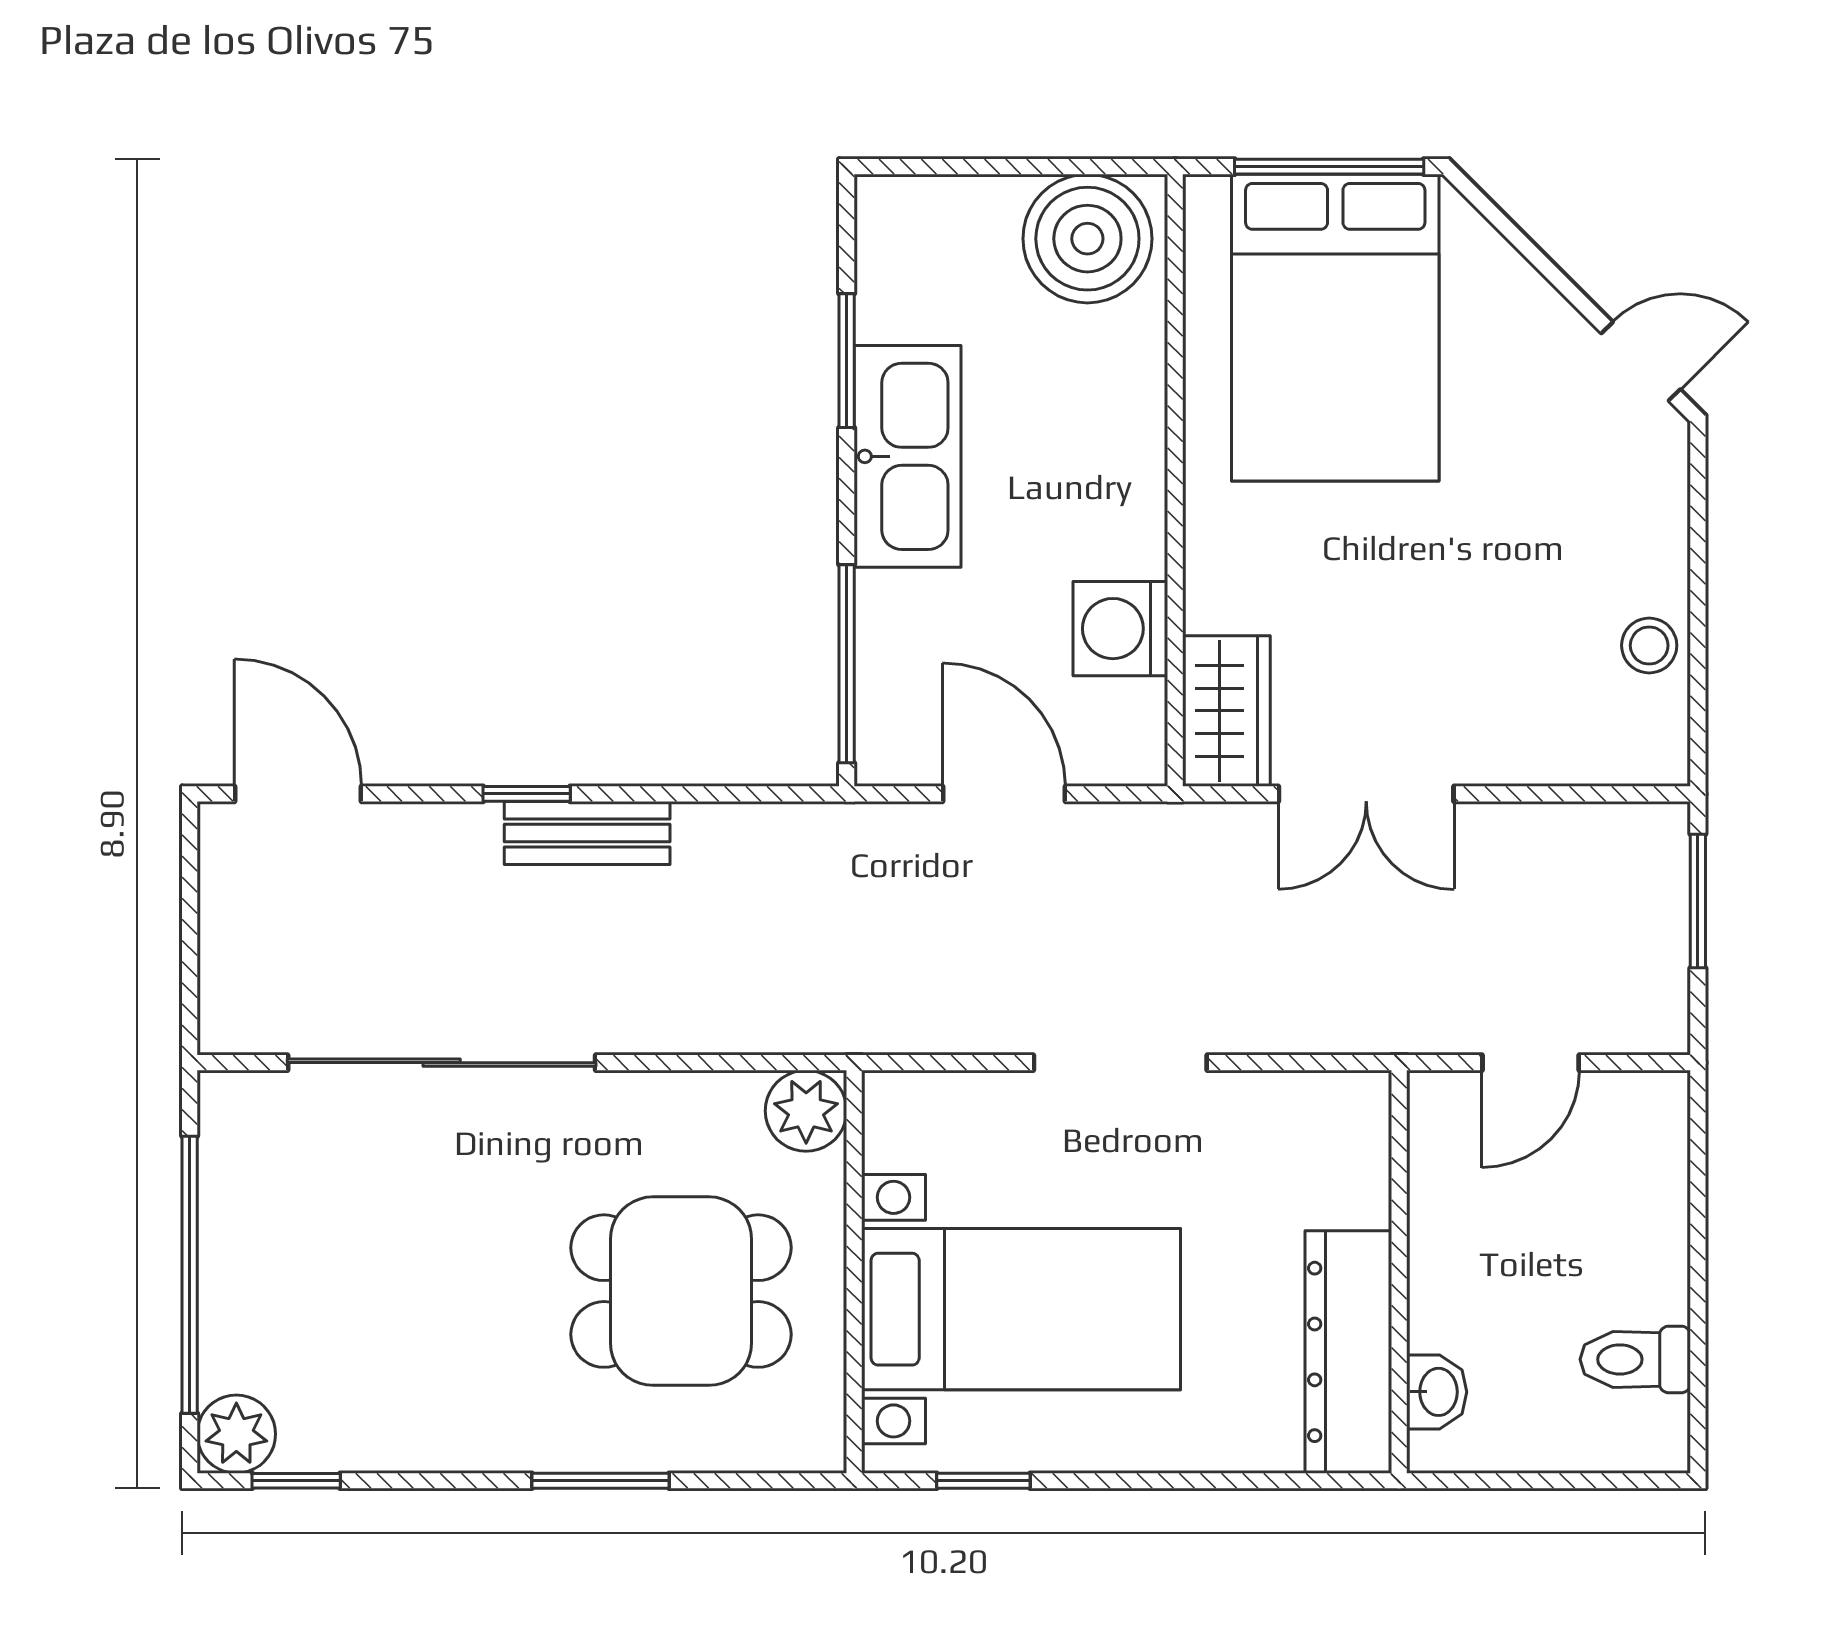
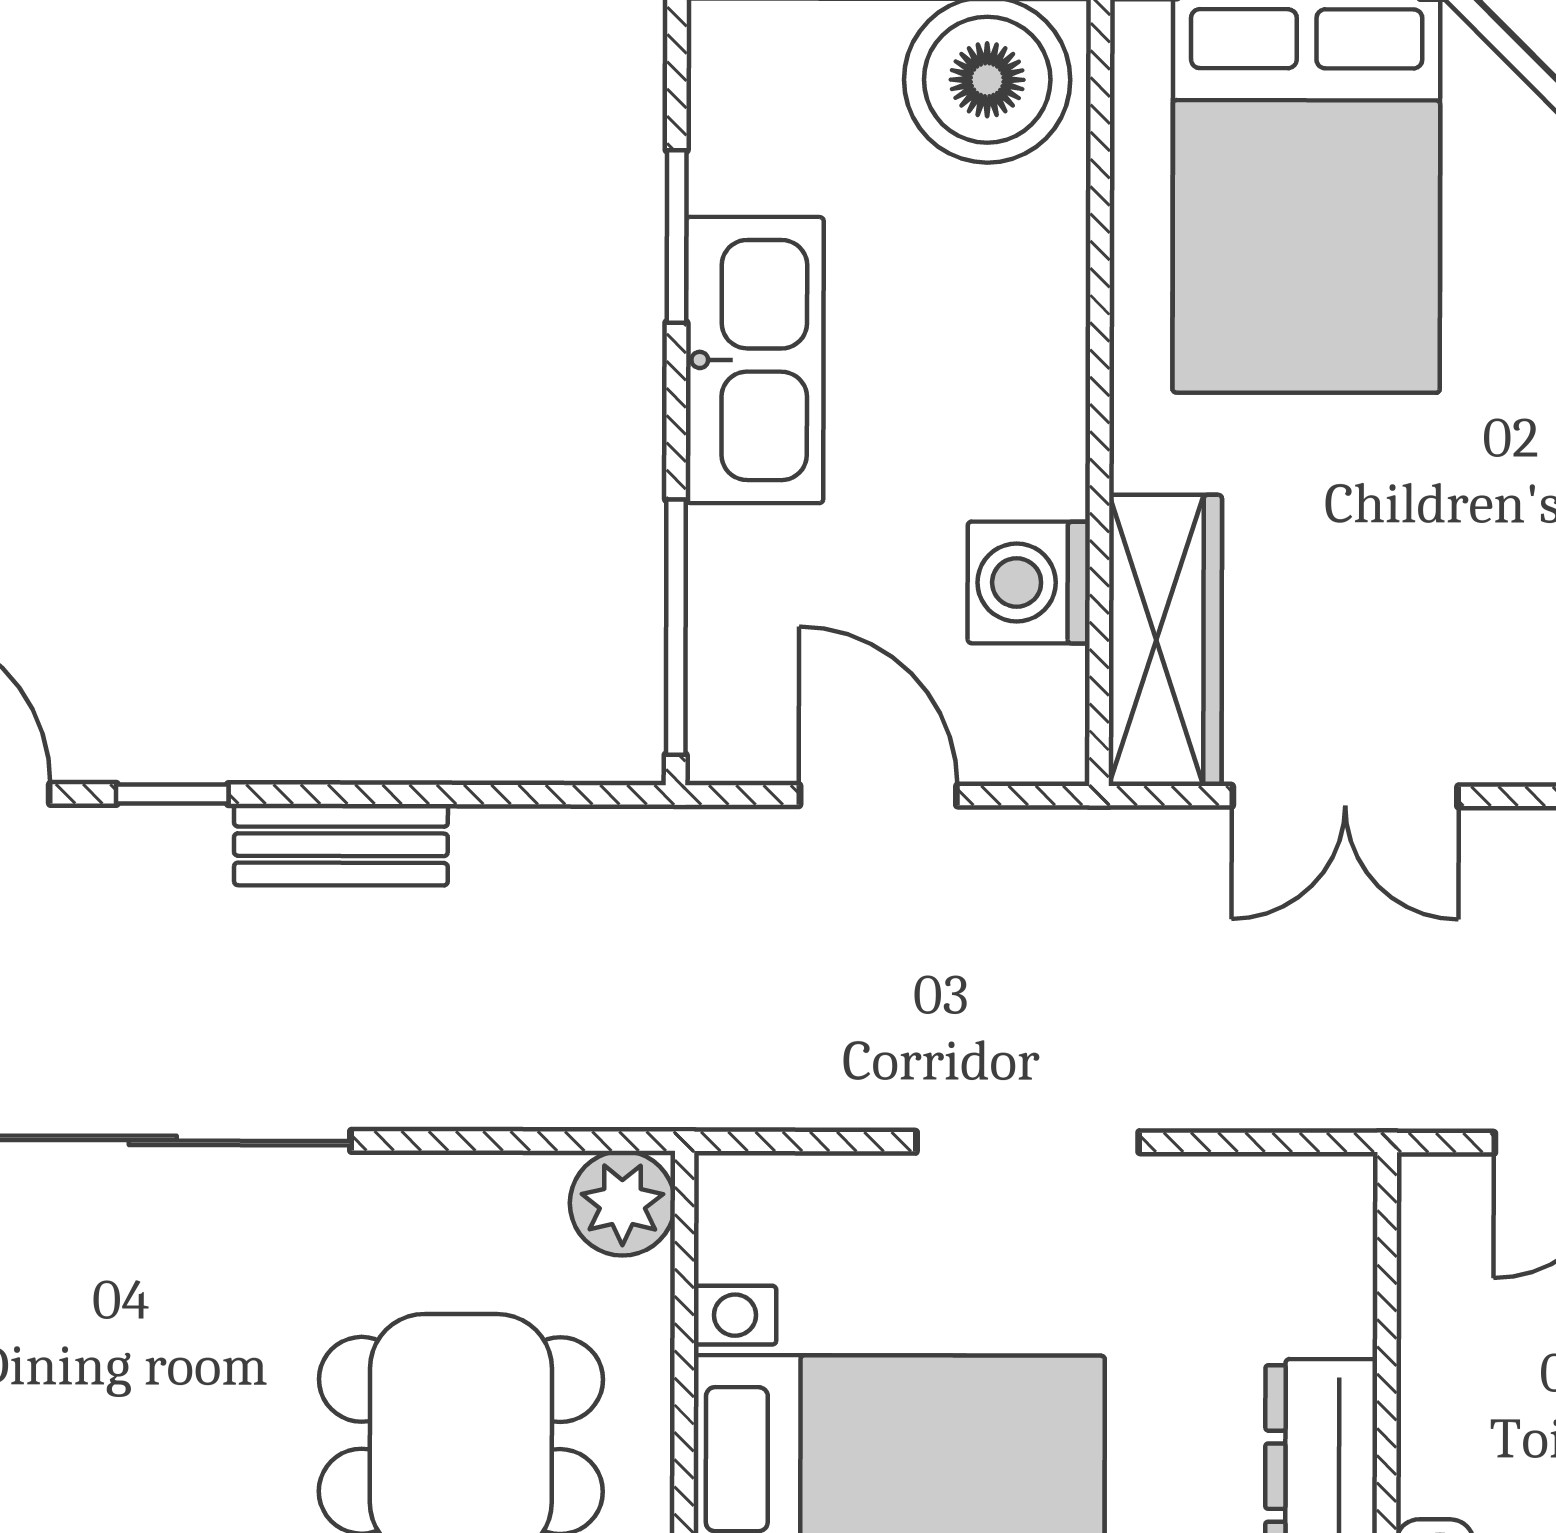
wardrobe: (1226, 711) -> (1165, 640), width x1.50
window: (527, 794) -> (172, 794), moved

